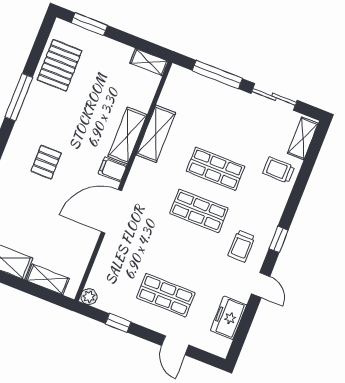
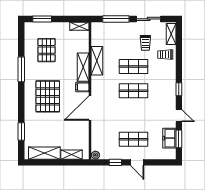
pallet: (60, 65) -> (47, 50), moved
pallet: (46, 162) -> (48, 96), width x2.05, depth x2.00
trolley: (242, 246) -> (145, 43), moved
window: (245, 326) -> (179, 139), added
door: (175, 345) -> (137, 162), moved

